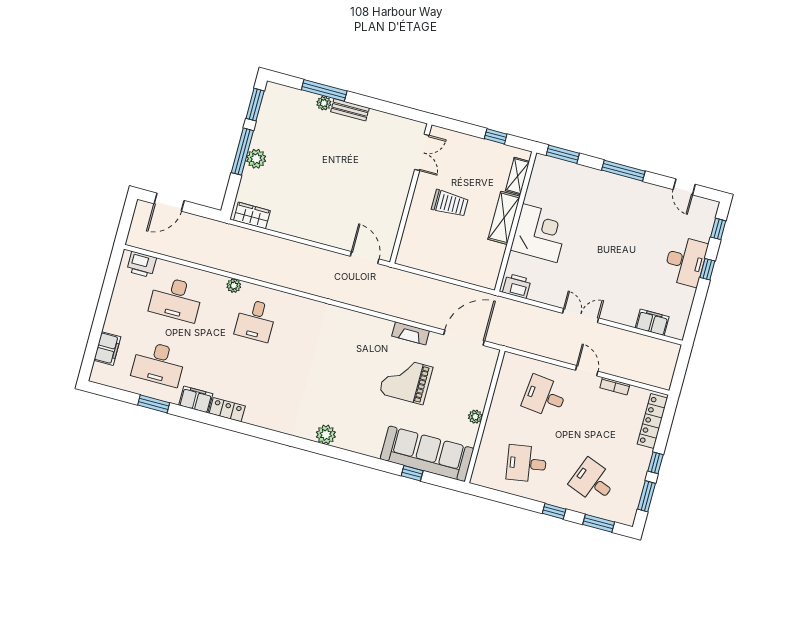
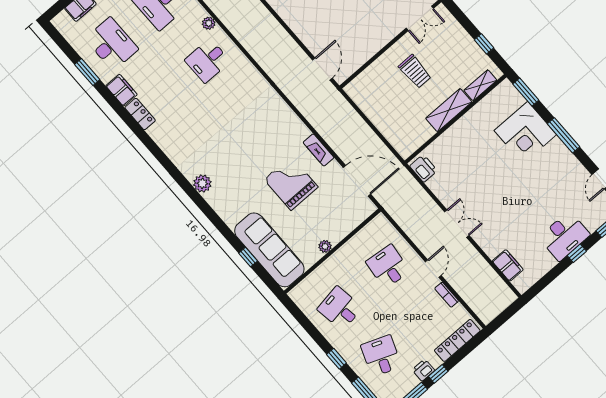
corner desk: (540, 233) -> (525, 133), moved, turned 90
desk: (159, 364) -> (112, 44), turned 180
printer: (640, 469) -> (423, 370), added

